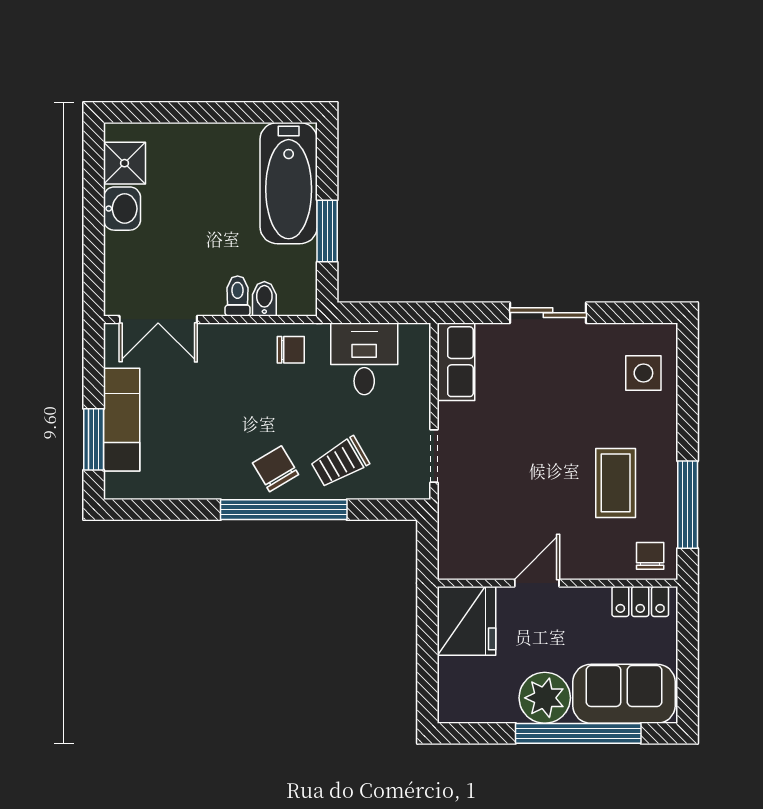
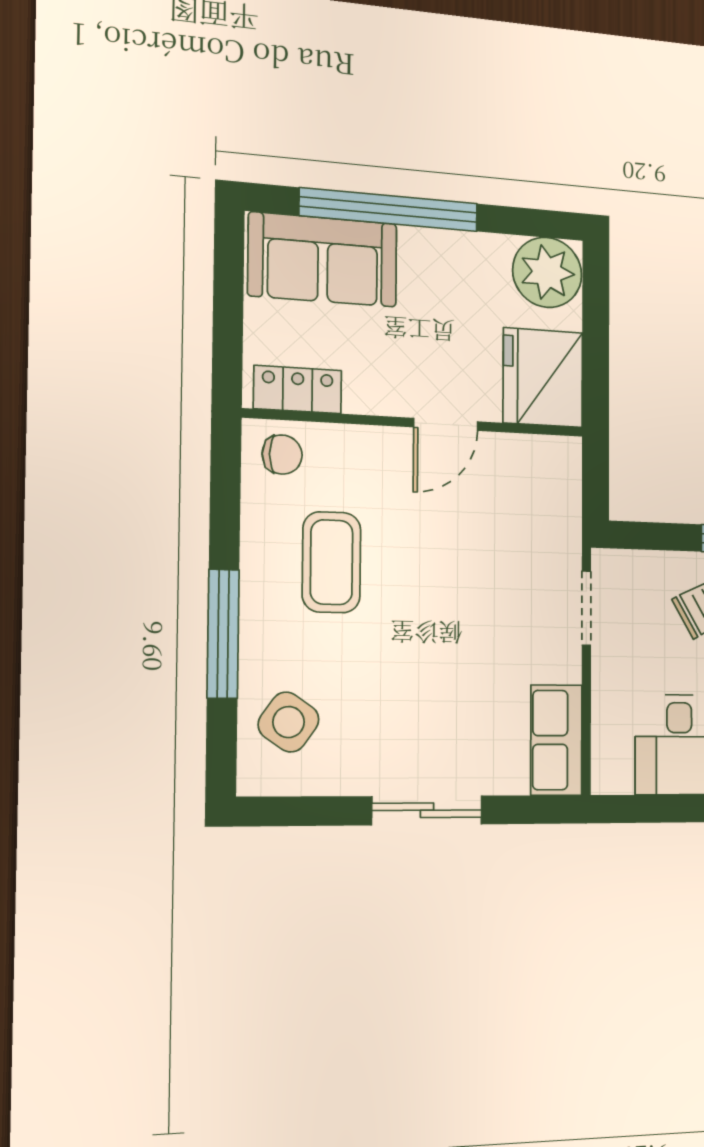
side table: (643, 373) -> (289, 722), turned 35
window: (688, 505) -> (223, 634), moved
chair: (650, 556) -> (282, 455), turned -90
plant: (545, 698) -> (547, 272), moved

